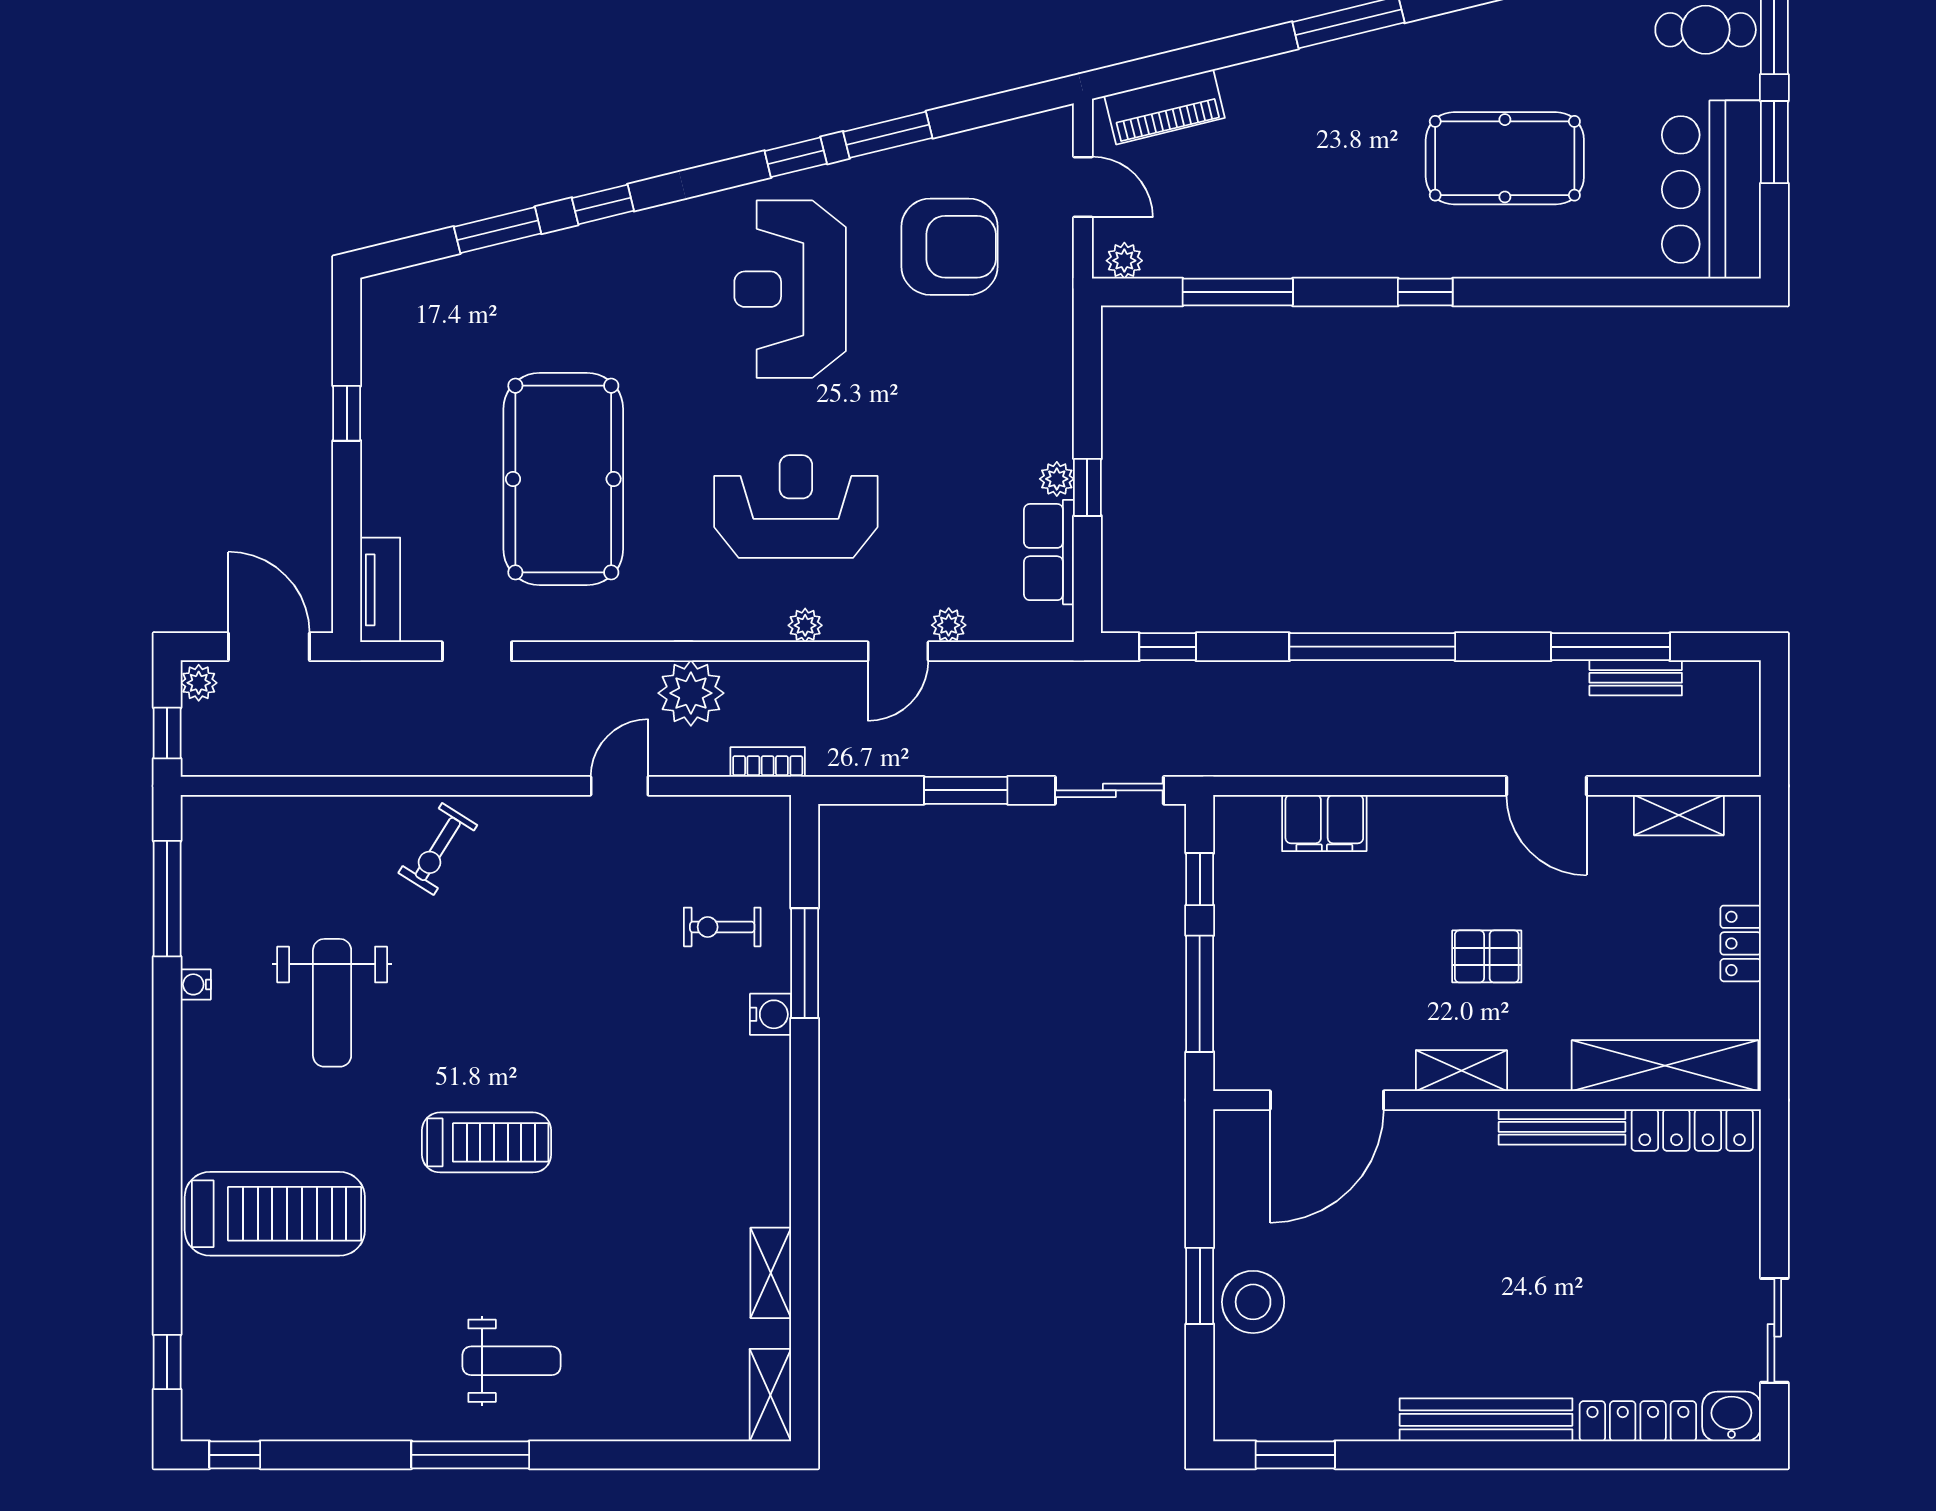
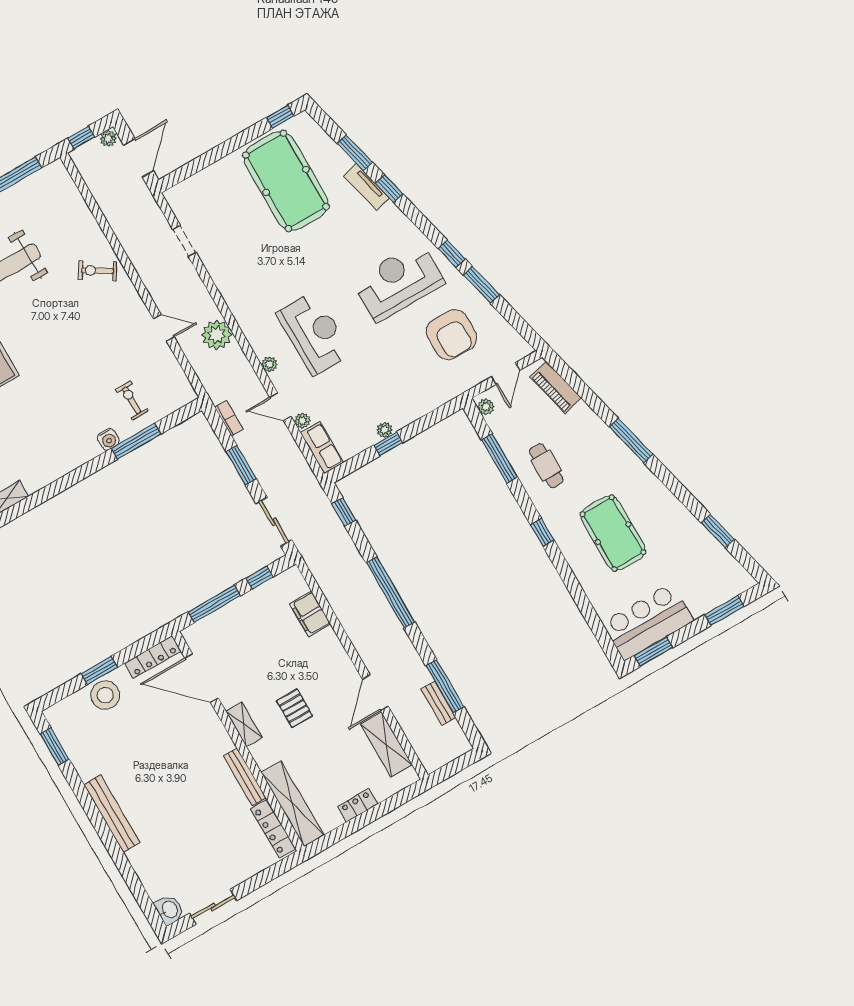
cafe table: (1706, 30) -> (546, 466), moved
window: (1774, 142) -> (653, 652), moved
window: (347, 413) -> (280, 117), moved
pool table: (563, 479) -> (286, 181), moved, turned 90
row of seats: (1049, 552) -> (322, 448), moved, turned 90
tv unit: (380, 590) -> (367, 187), moved, turned 76
bookcase: (768, 762) -> (229, 418), moved
shelving: (1679, 815) -> (386, 744), width x1.50, depth x1.33
locker: (1638, 1421) -> (153, 657), moved, turned 90

